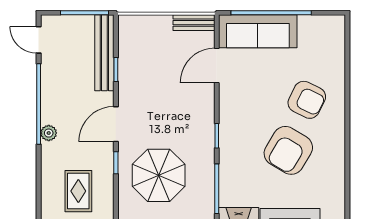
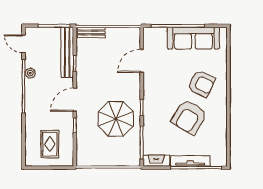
bench: (194, 23) -> (91, 32), moved
sofa: (258, 31) -> (193, 38), moved
plant: (49, 133) -> (30, 73), moved
parasol: (159, 175) -> (116, 119), moved

